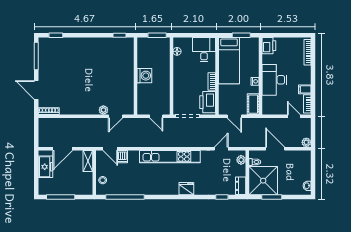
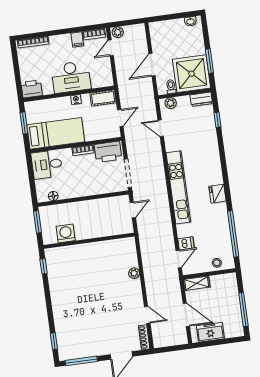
washing machine: (144, 76) -> (66, 233), moved
door: (116, 116) -> (147, 315), moved
plant: (306, 142) -> (118, 32), moved
fridge: (186, 189) -> (217, 194), moved

